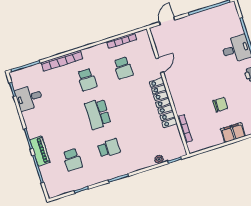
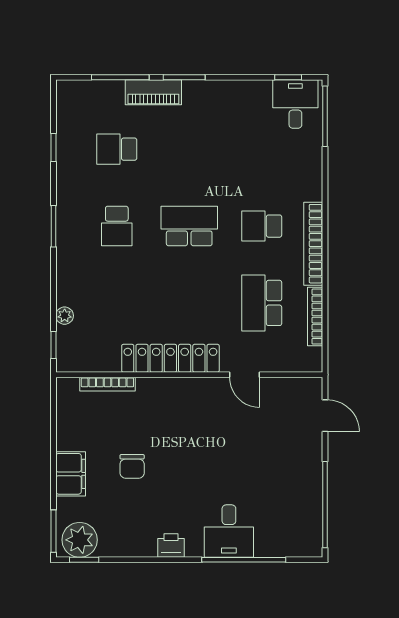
bookcase: (62, 61) -> (313, 244), moved
school desk: (123, 68) -> (262, 303), width x1.85
desk: (29, 98) -> (295, 104), moved

